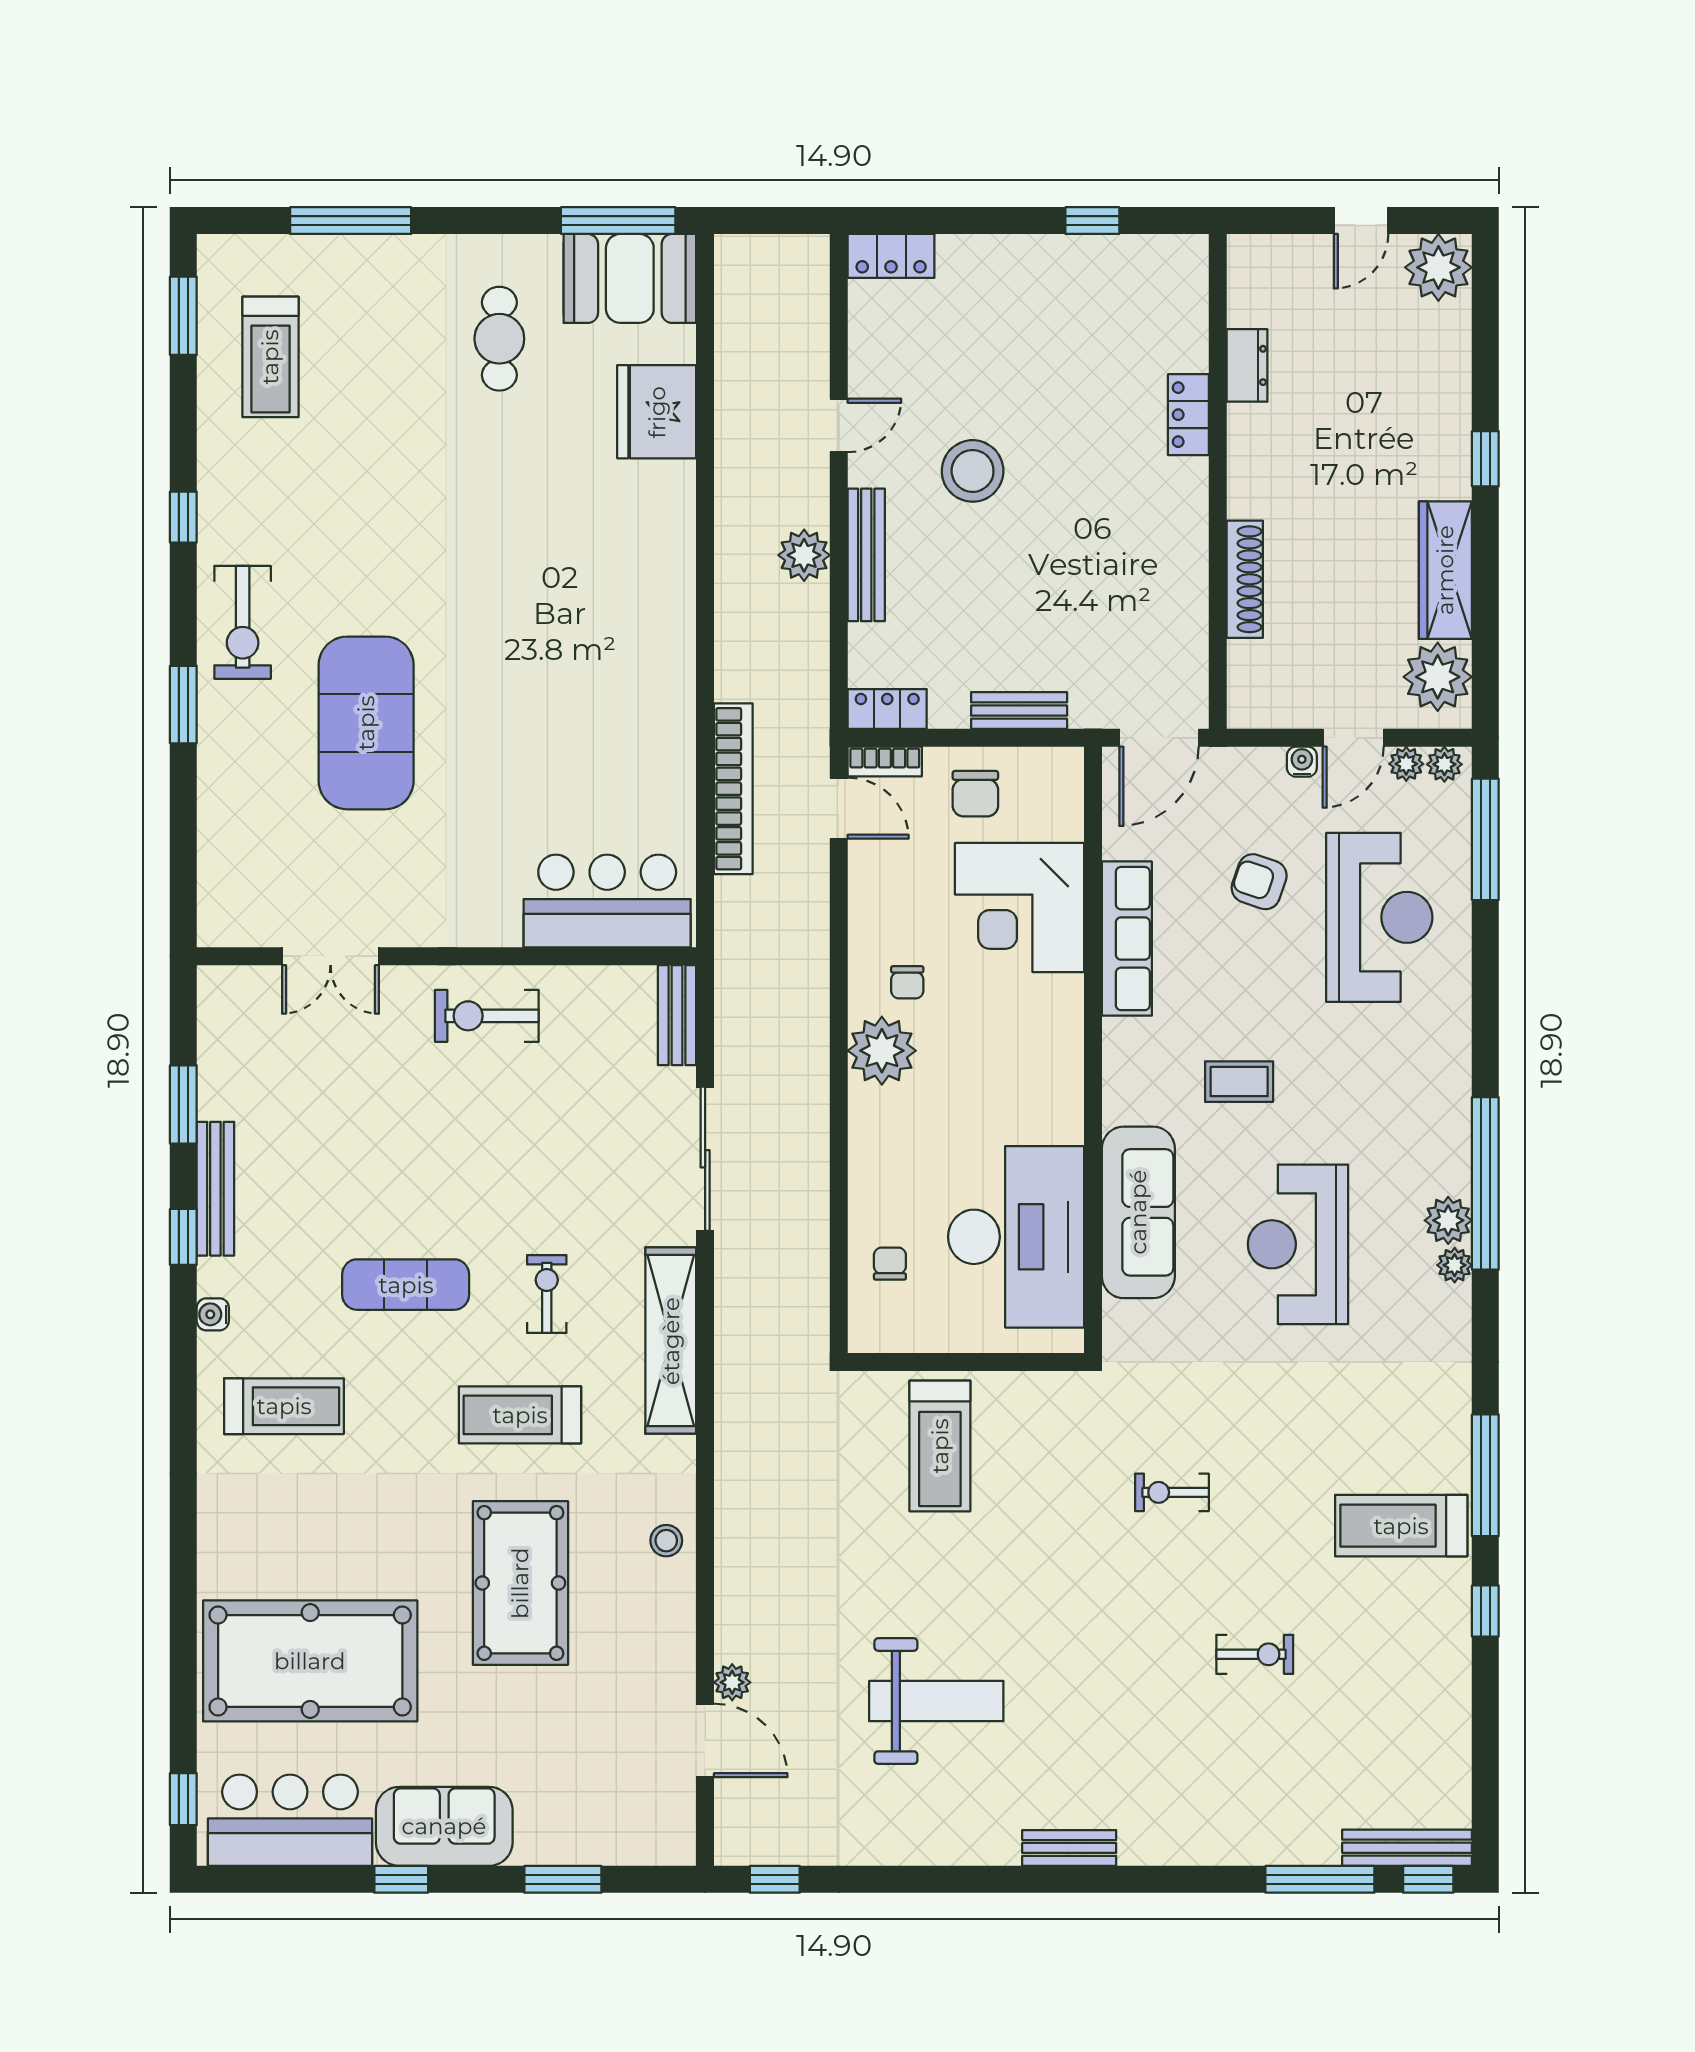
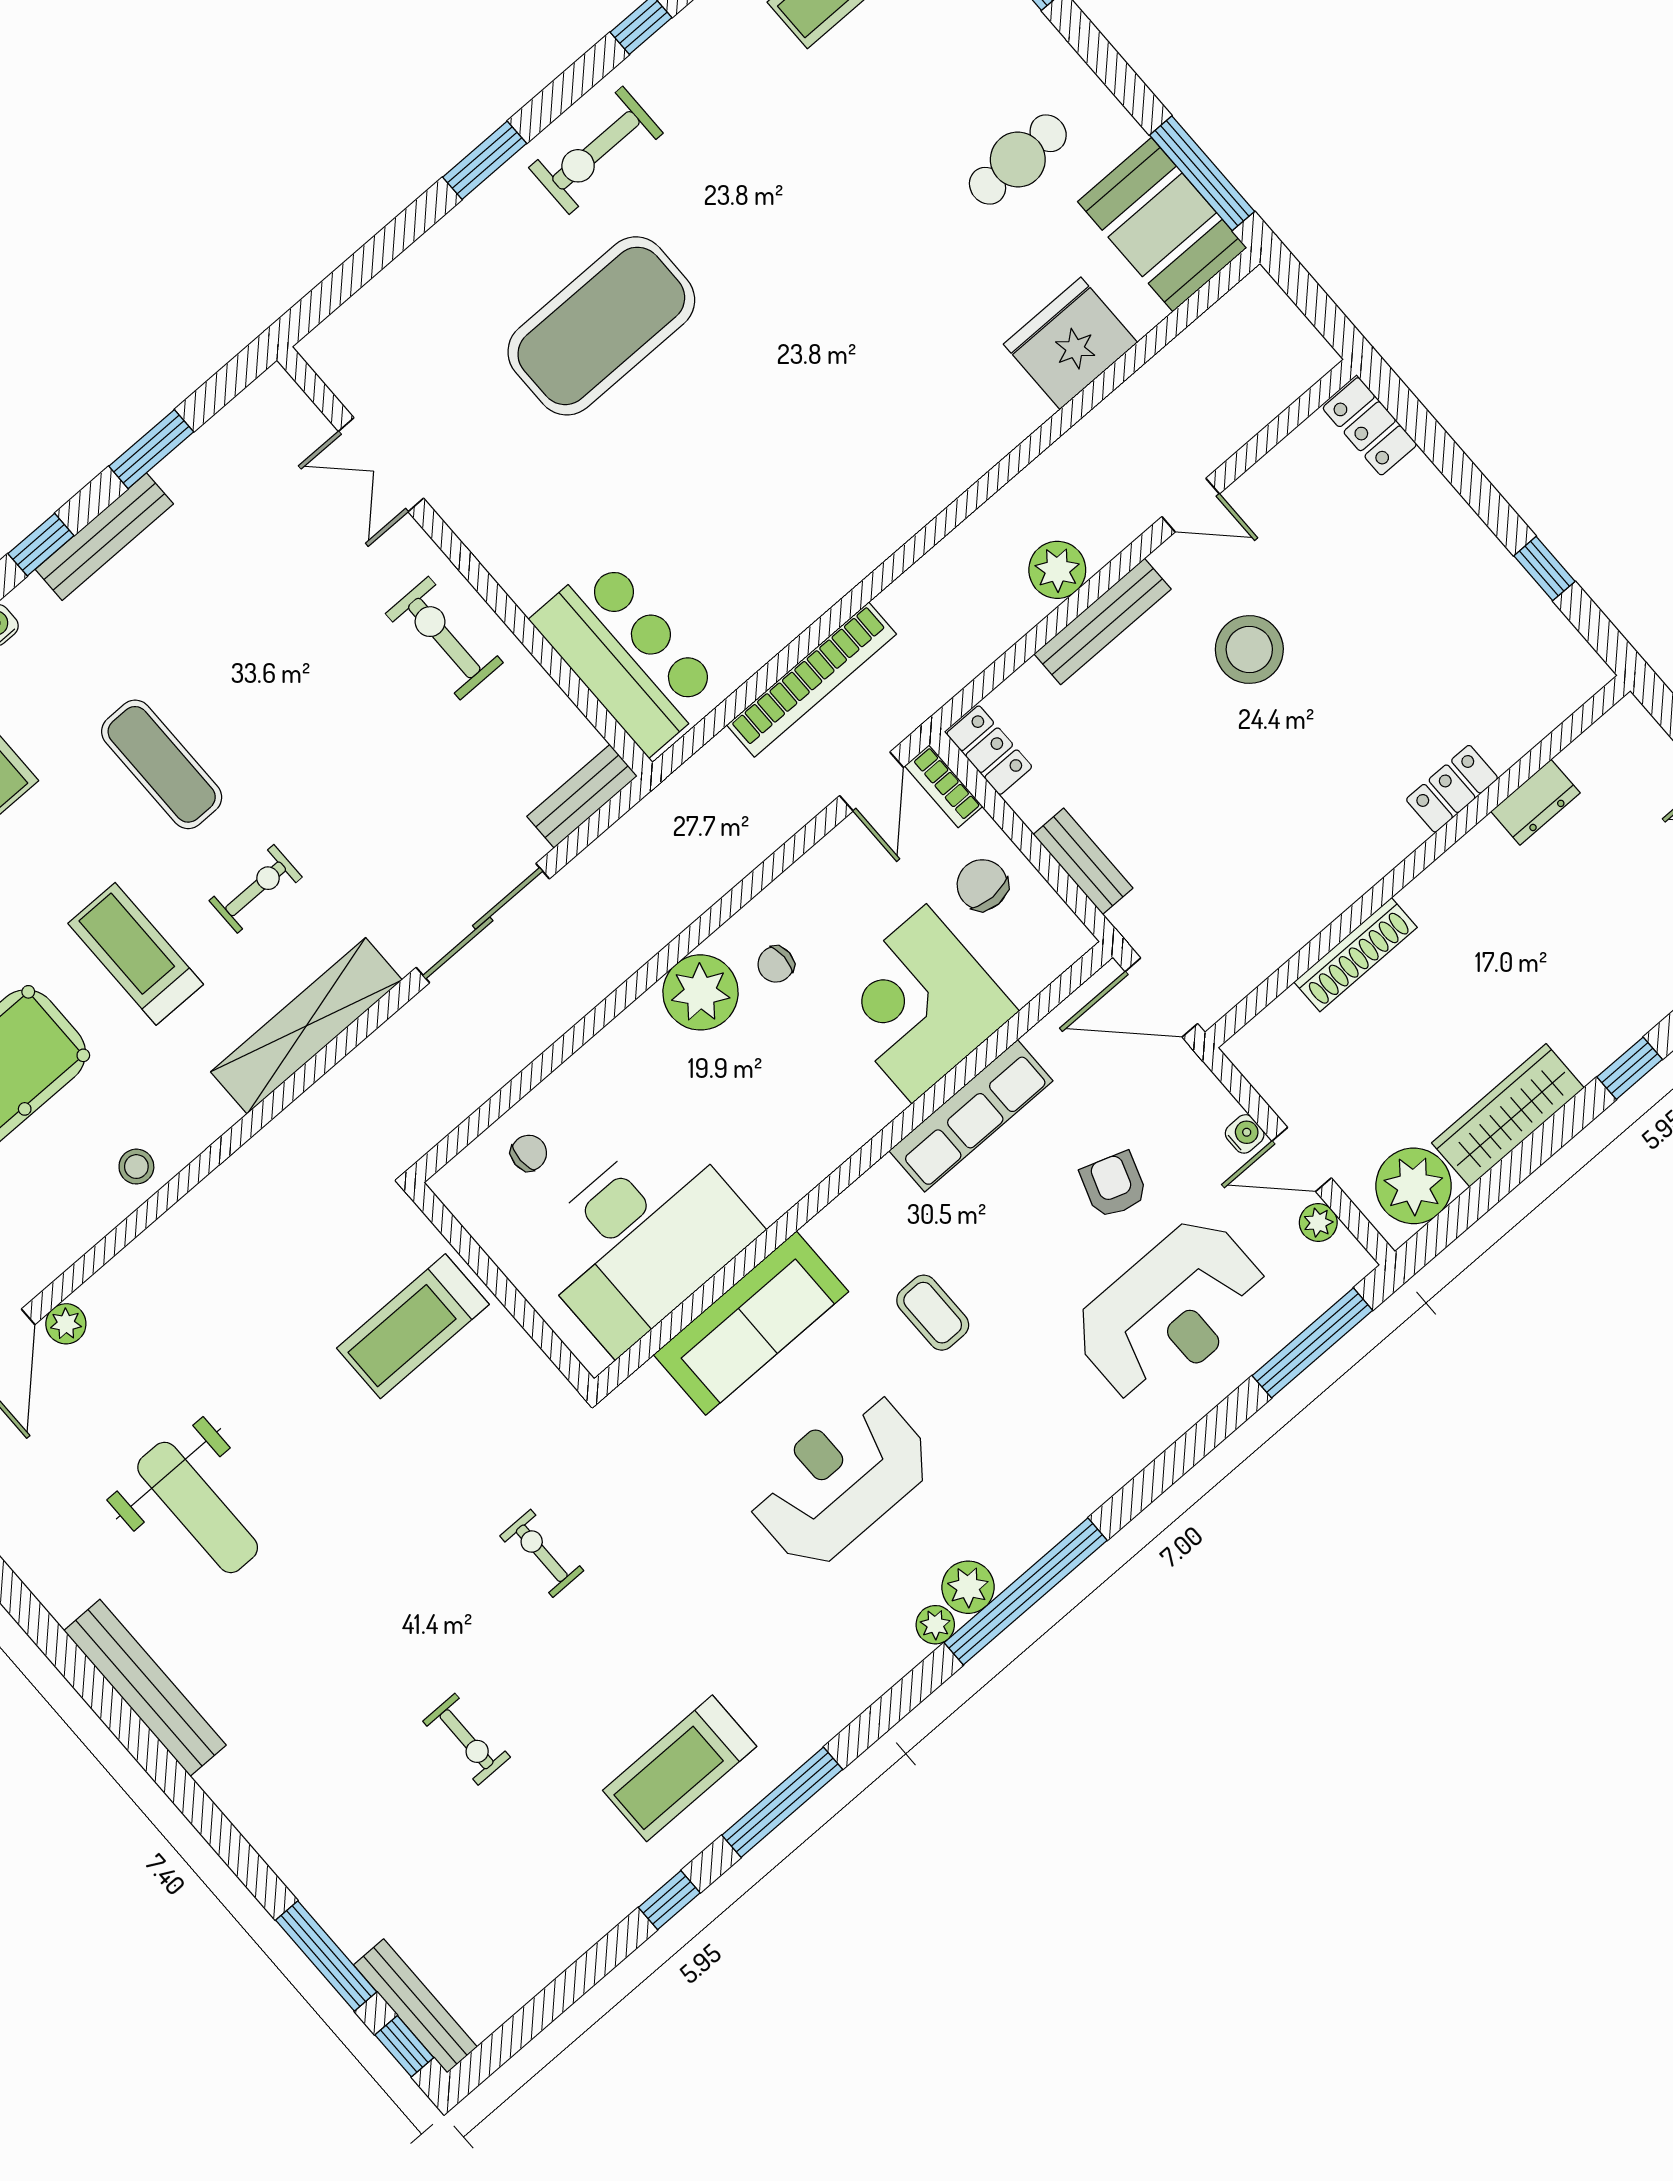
plant: (1444, 764) -> (1345, 1255), removed
chair: (975, 794) -> (982, 885), turned 90
treadmill: (1401, 1526) -> (680, 1768), turned -90
bench: (1069, 1848) -> (145, 1688), width x1.86, depth x1.21

